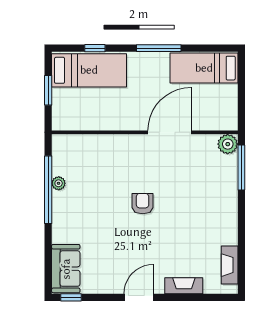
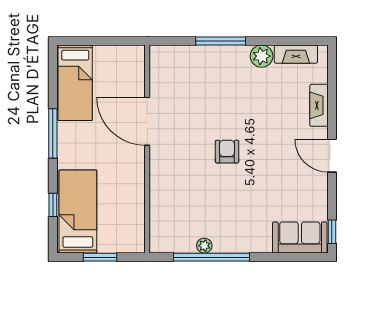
plant: (228, 144) -> (262, 56), moved
window: (241, 167) -> (221, 41), moved
armchair: (143, 204) -> (227, 152), turned 90

